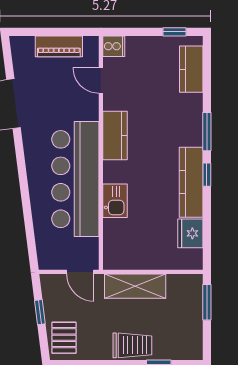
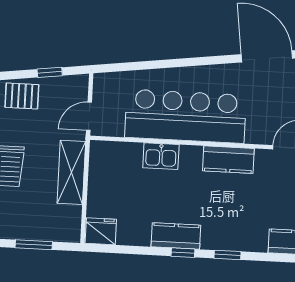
window: (207, 132) -> (227, 255), width x0.67
kitchen counter: (191, 182) -> (176, 236), width x0.67
fridge: (190, 233) -> (101, 231), moved
window: (207, 302) -> (34, 245), moved

